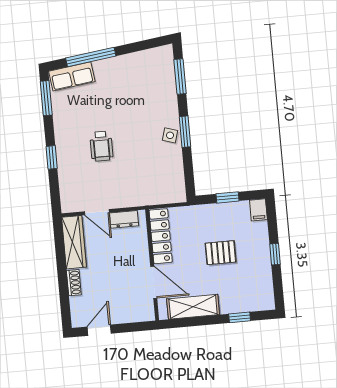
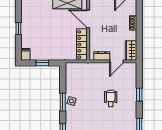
door: (97, 212) -> (117, 61), swing flipped
wardrobe: (74, 242) -> (131, 51), width x0.67
pallet: (221, 253) -> (49, 32), removed

